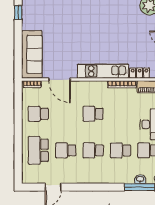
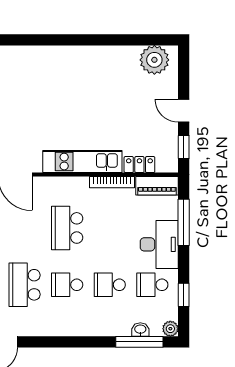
school desk: (93, 114) -> (67, 228), width x1.85
school desk: (66, 150) -> (25, 285), width x1.85

